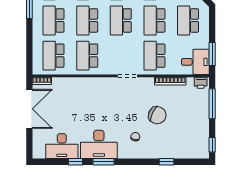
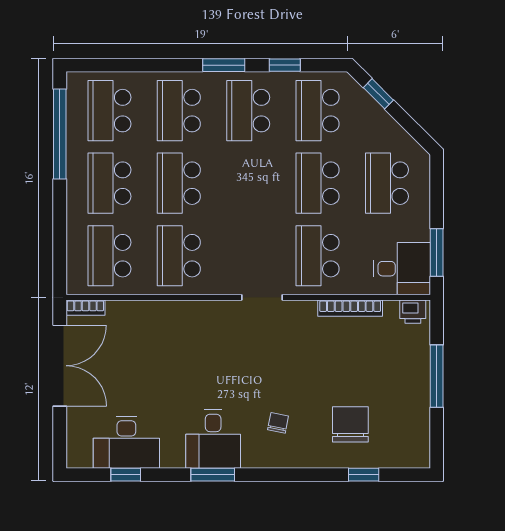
school desk: (121, 20) -> (248, 183), removed
window: (212, 104) -> (437, 376), moved
chair: (157, 115) -> (350, 424), moved, turned -115
desk: (99, 144) -> (213, 439), width x0.73
window: (212, 145) -> (437, 439), removed
window: (76, 162) -> (126, 475), moved
window: (166, 162) -> (364, 475), moved

